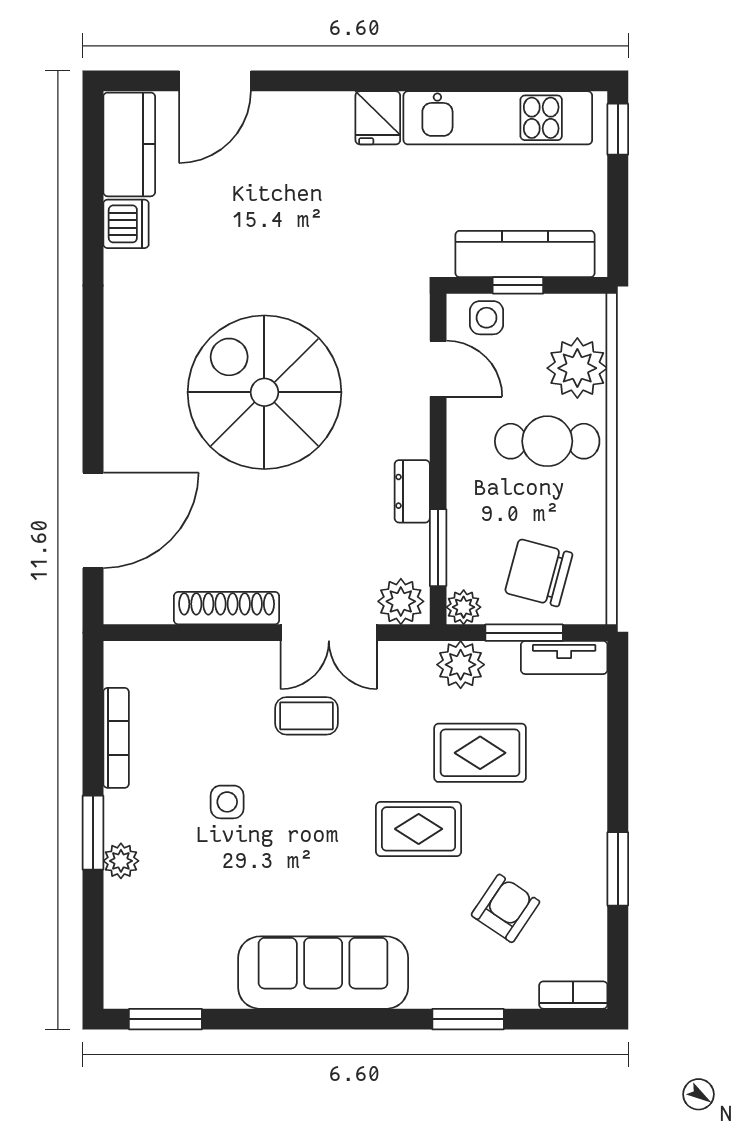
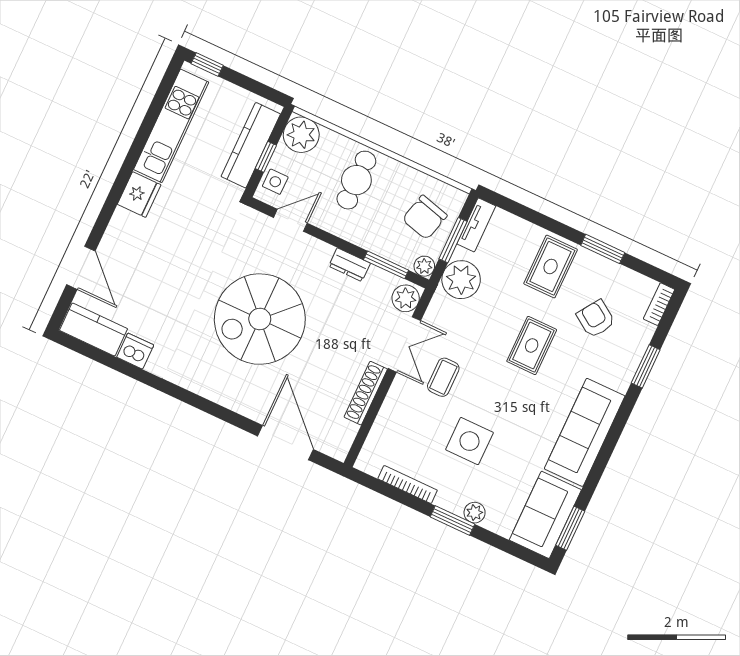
fridge: (378, 118) -> (139, 195), width x1.38
plant: (577, 368) -> (301, 135), moved
plant: (461, 665) -> (461, 280), width x1.36, depth x1.36
rug: (480, 753) -> (551, 267), moved
side table: (227, 802) -> (469, 441), width x1.87, depth x1.87
sofa: (168, 971) -> (545, 515), added

